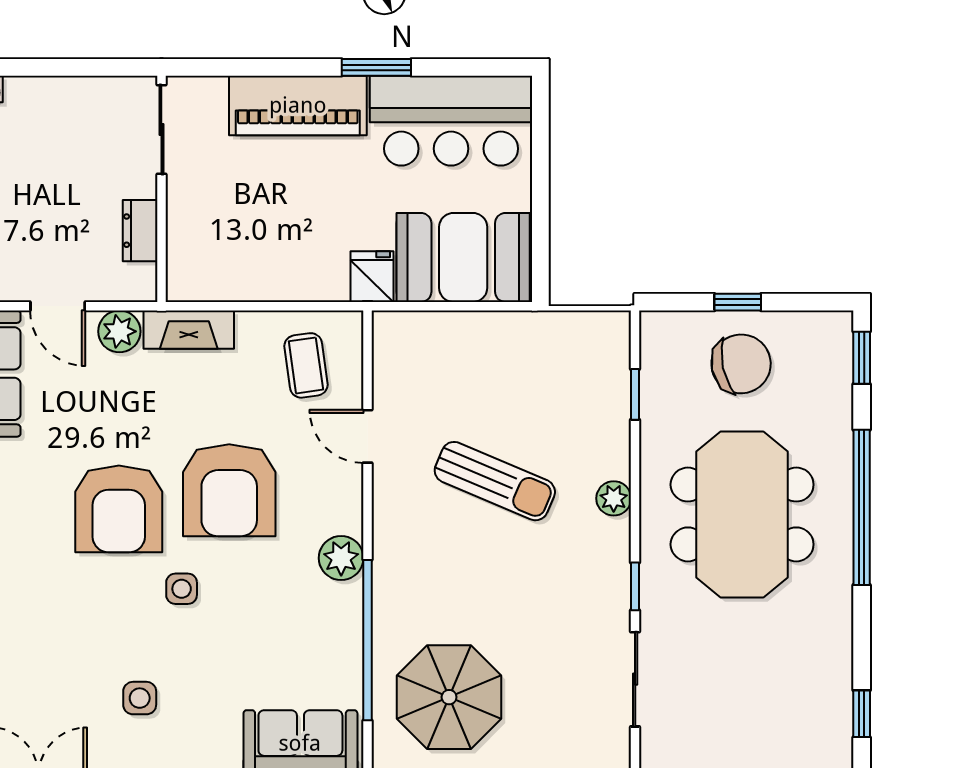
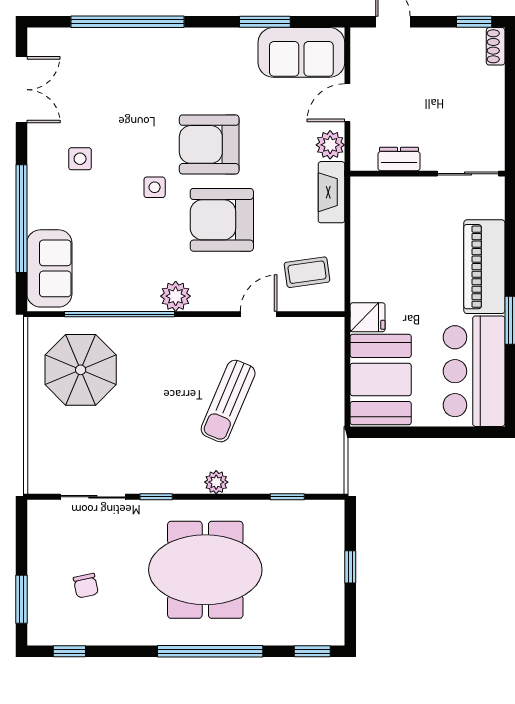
chair: (741, 364) -> (86, 586), moved, width x0.54, depth x0.54

